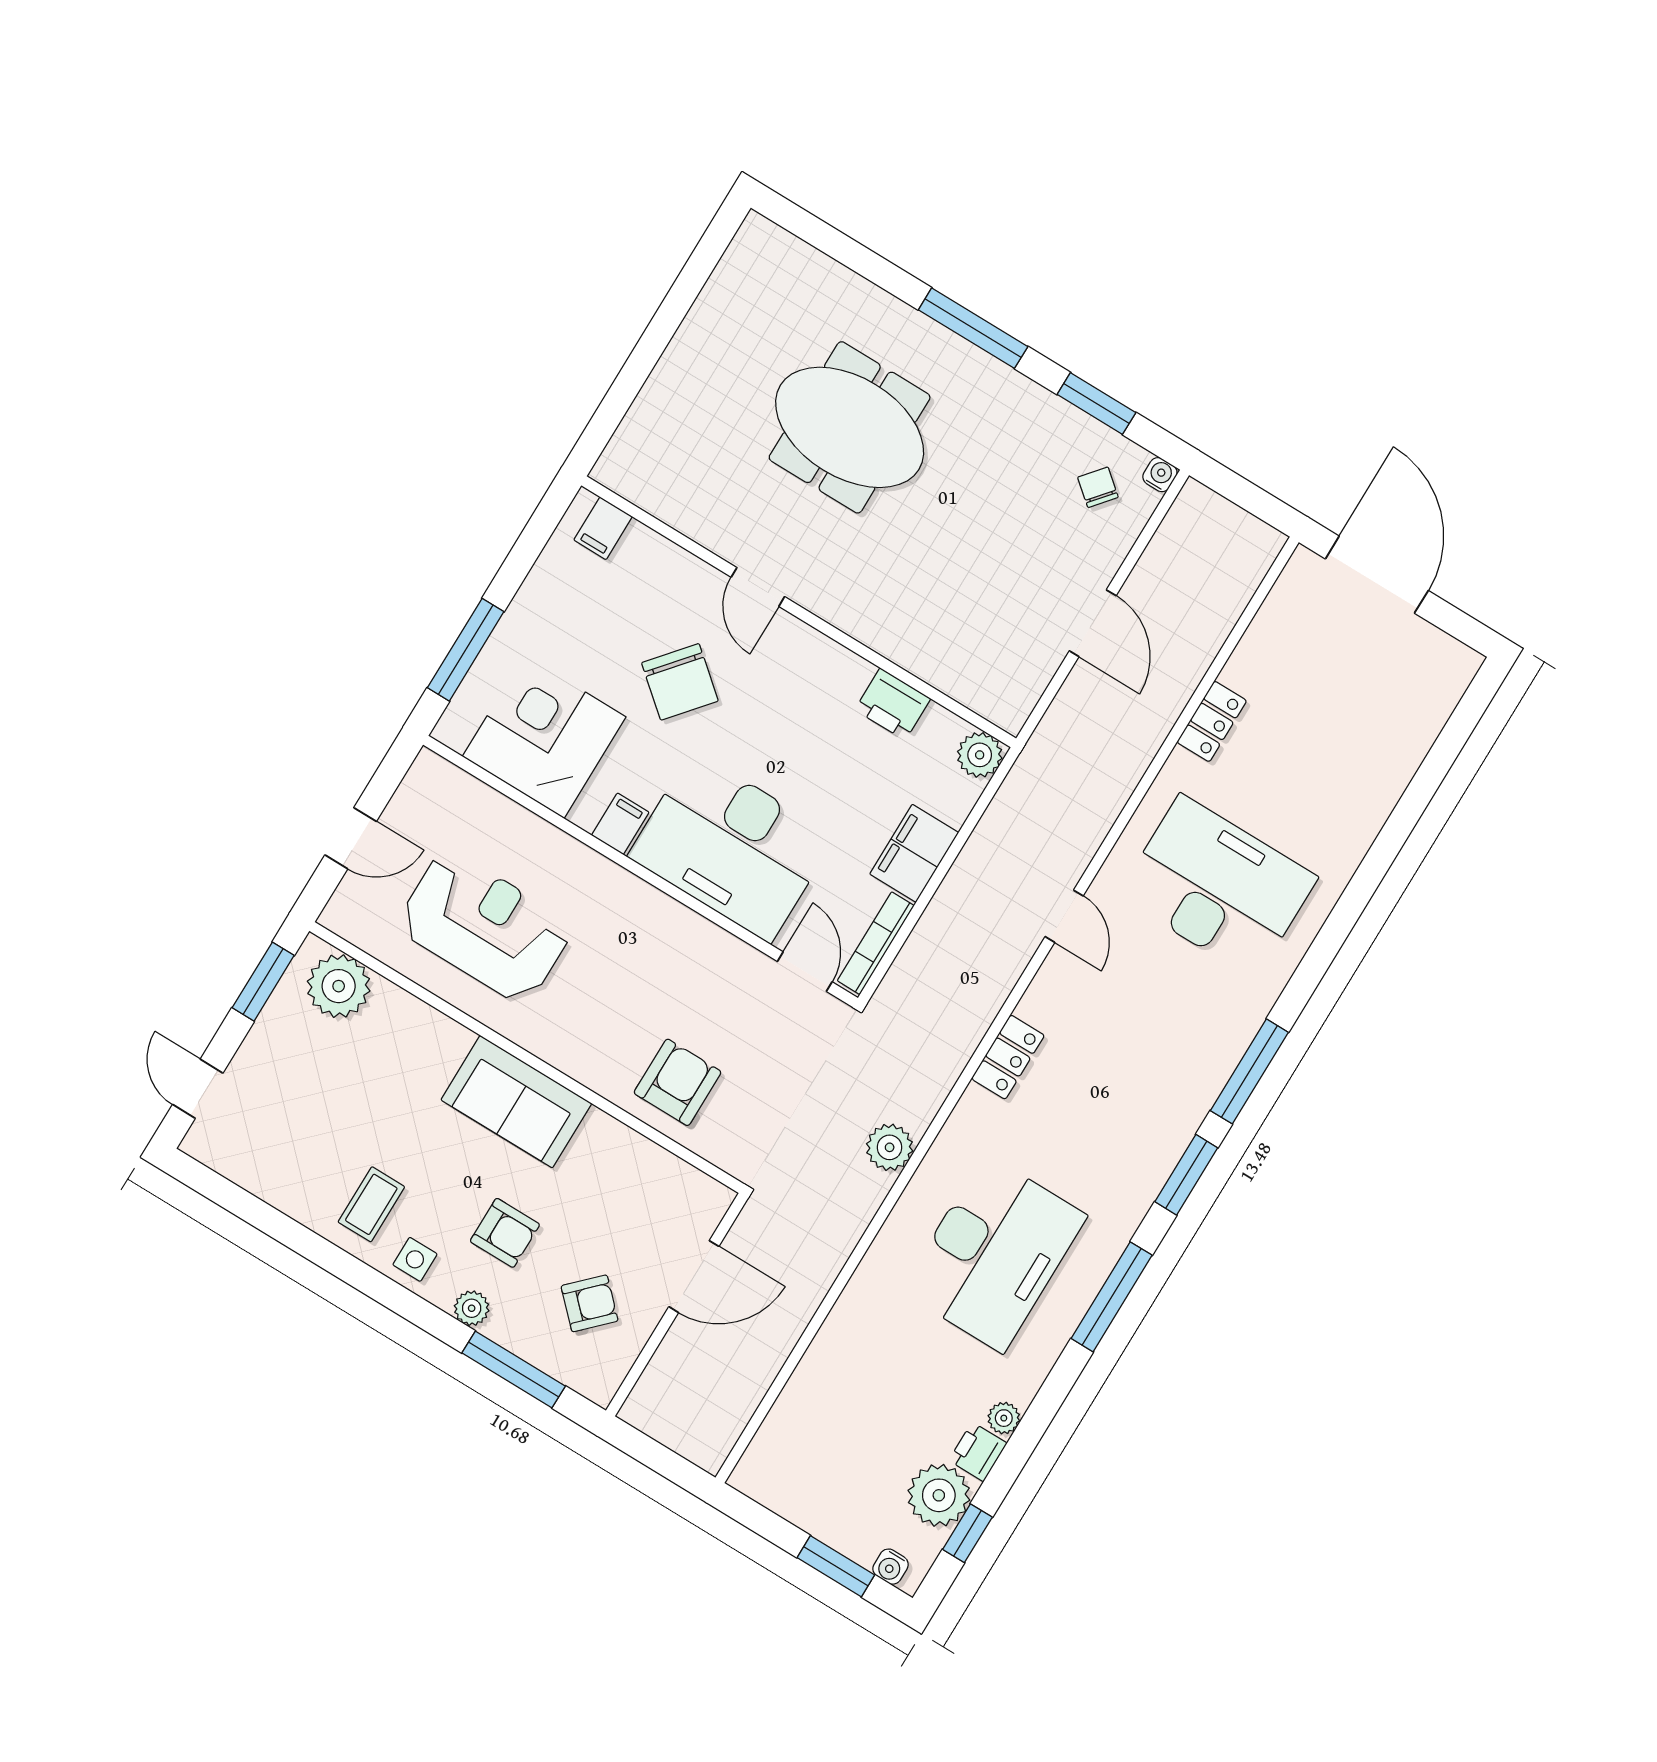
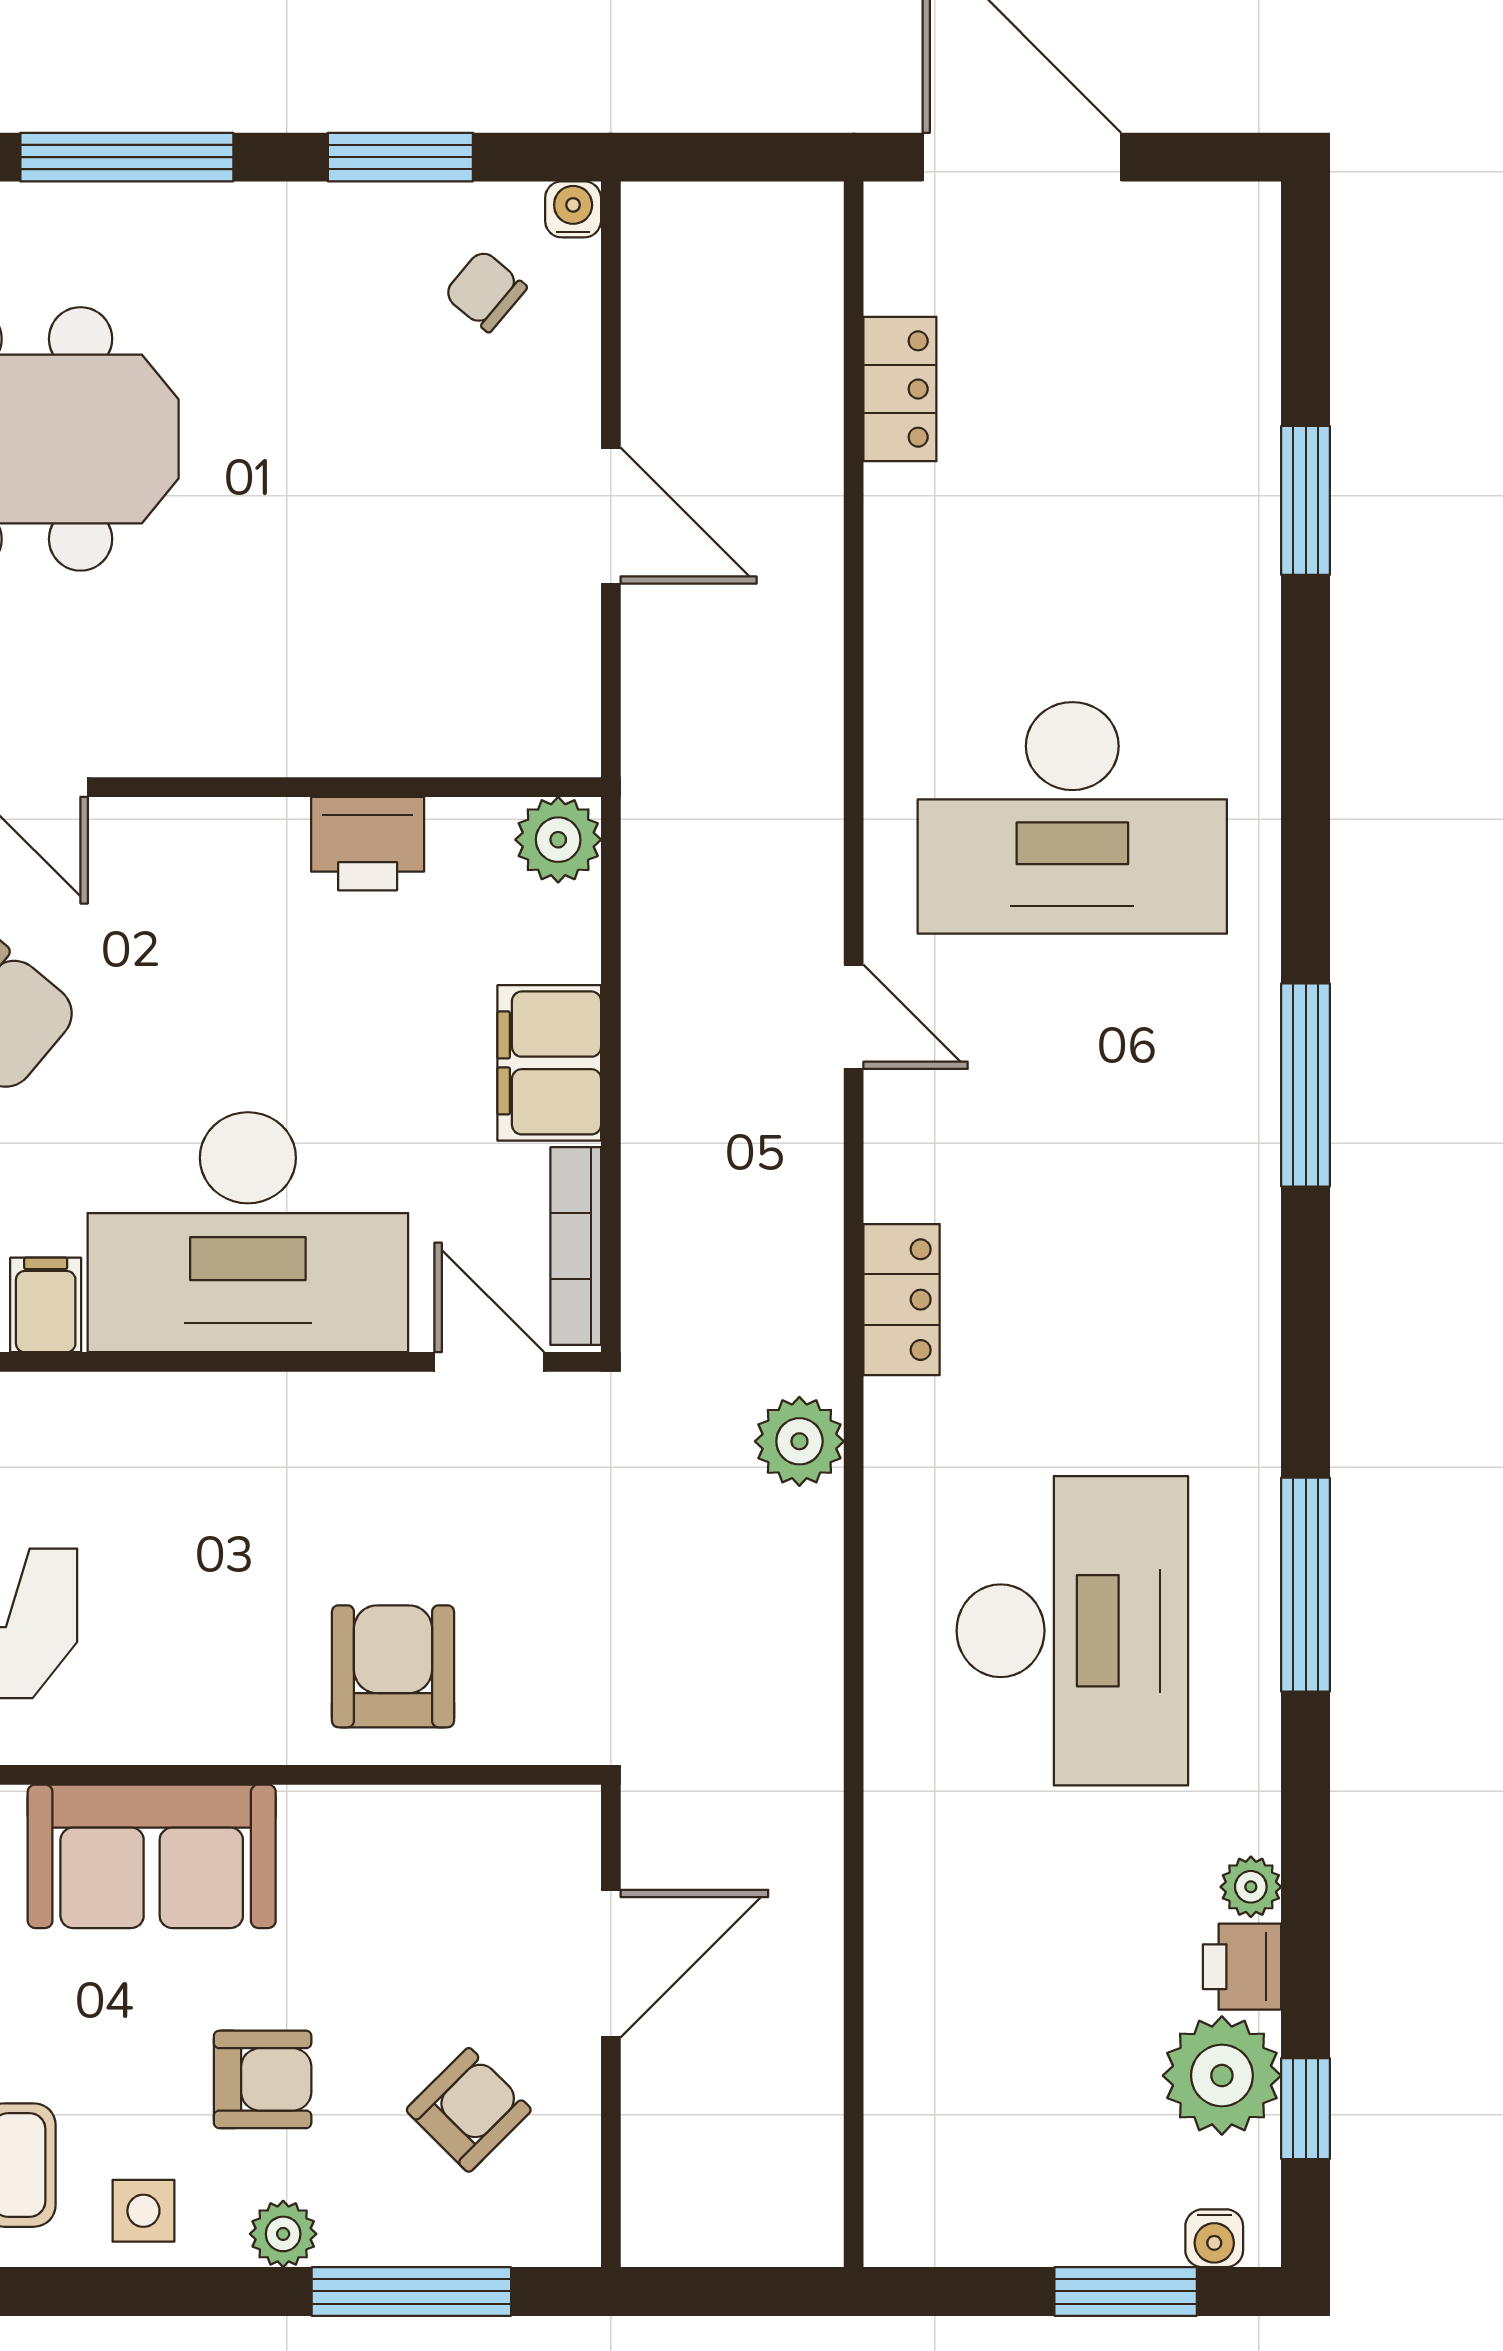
locker: (1212, 721) -> (900, 389), moved
desk: (1218, 887) -> (1072, 818), turned 180
plant: (890, 1147) -> (799, 1441), moved
window: (1186, 1175) -> (1306, 500), moved

